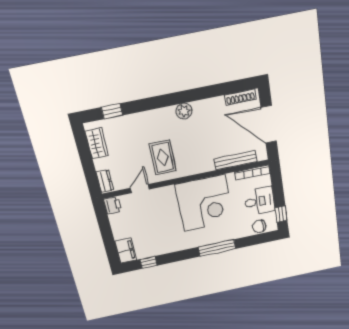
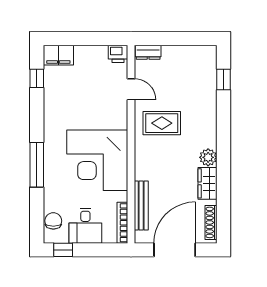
wardrobe: (97, 143) -> (208, 183), moved, turned 90

